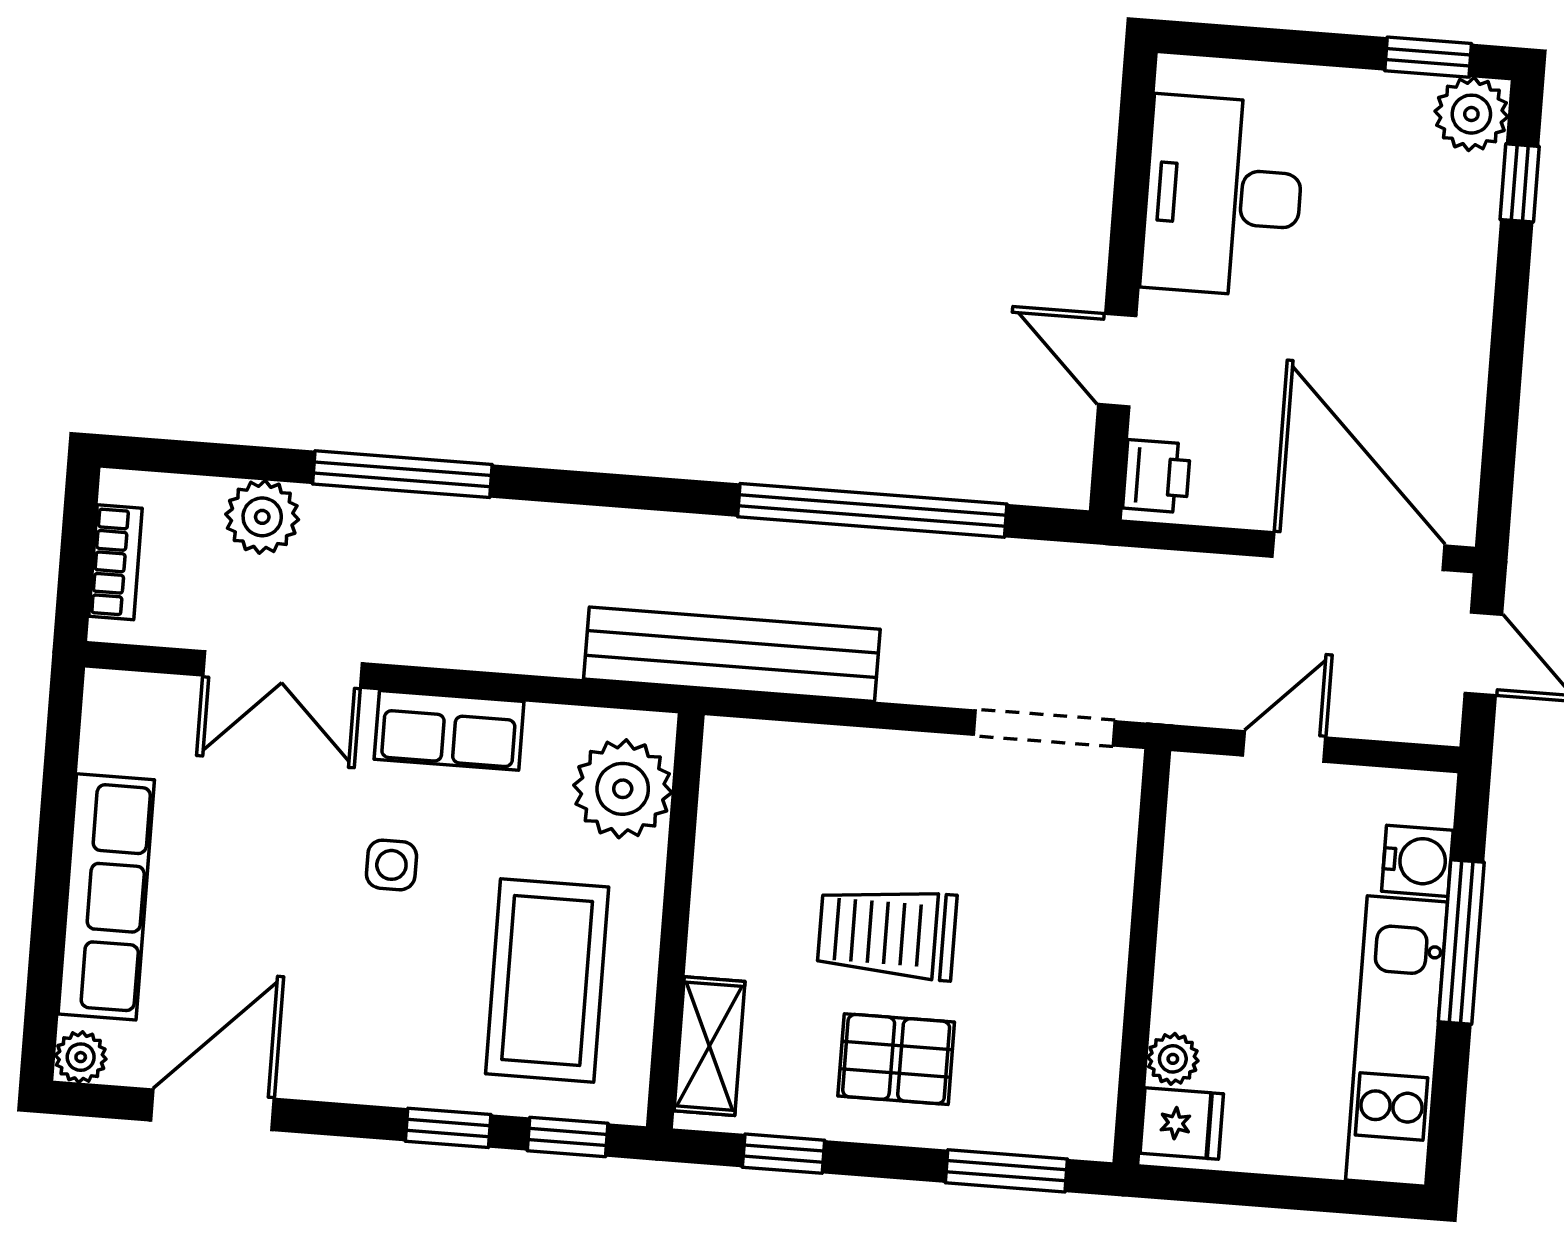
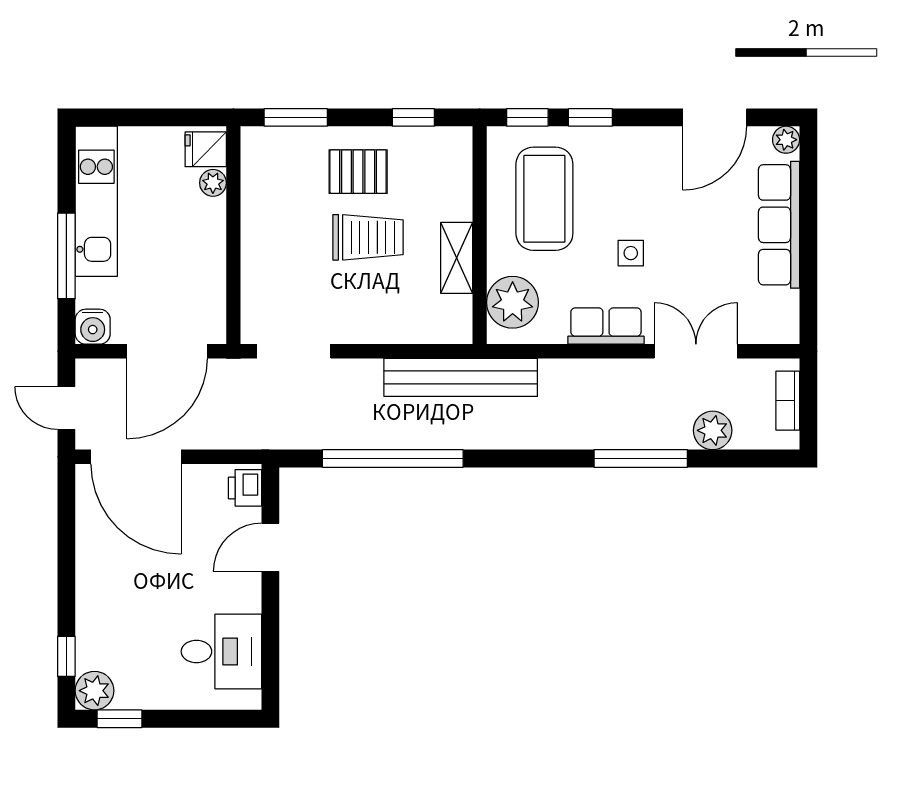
desk: (1223, 196) -> (221, 651), width x0.73
door: (1117, 360) -> (270, 547), swing flipped
door: (1284, 746) -> (167, 351), width x1.87
water cooler: (1417, 861) -> (93, 327), moved, turned -90
shelving: (709, 1046) -> (457, 258), moved

